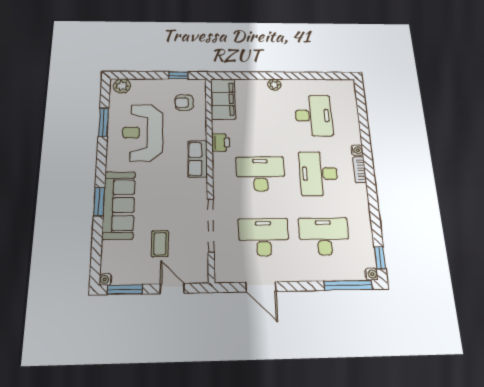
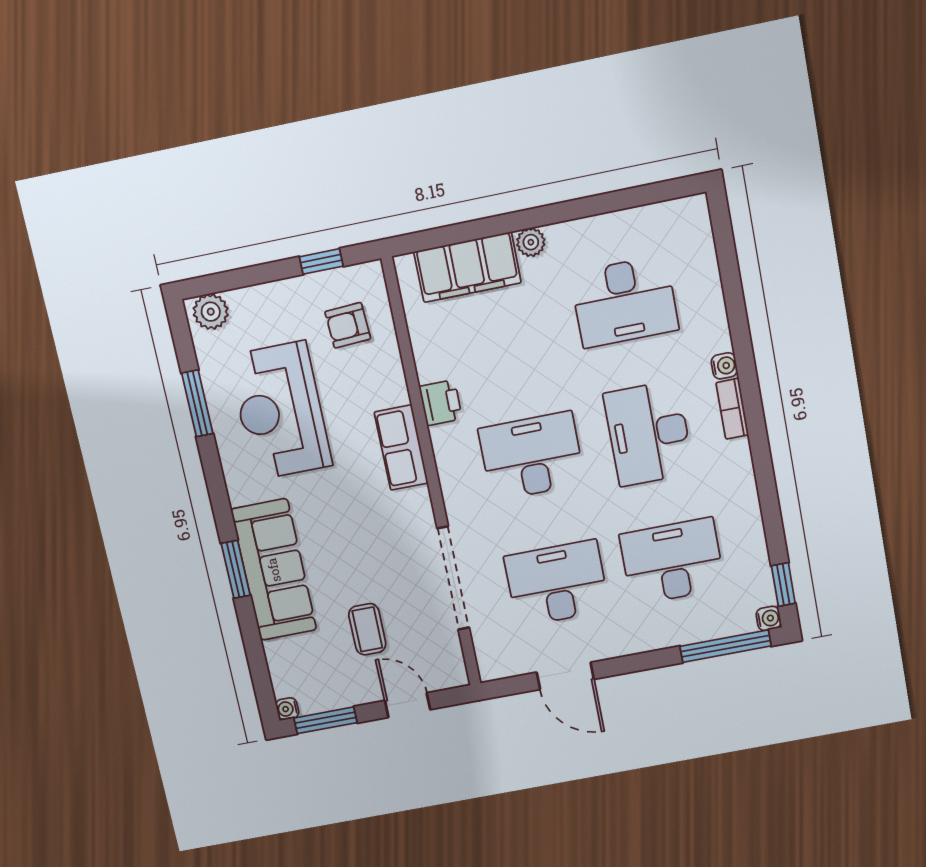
filing cabinet: (223, 99) -> (467, 267), moved, turned 90
desk: (313, 116) -> (624, 302), turned 90

